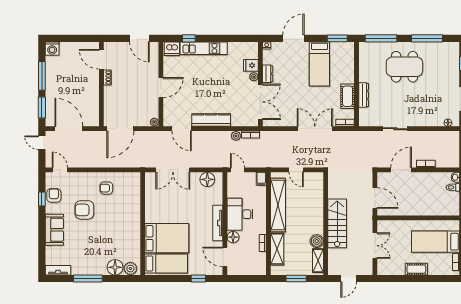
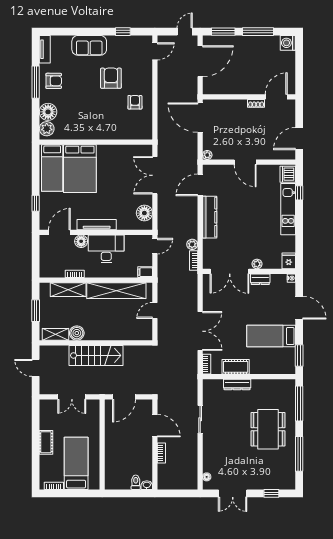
fridge: (251, 65) -> (289, 261), moved
armchair: (54, 195) -> (54, 81), moved

